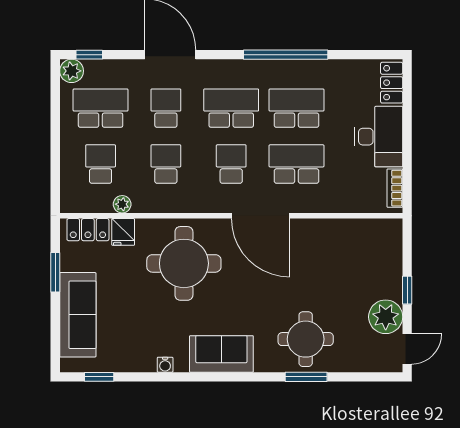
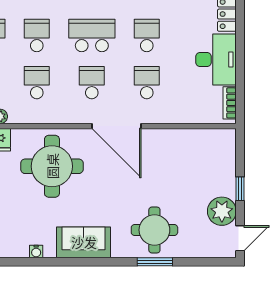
school desk: (296, 108) -> (147, 36), width x0.54
school desk: (296, 164) -> (147, 83), width x0.54

